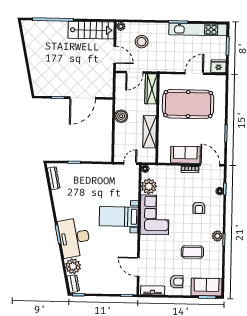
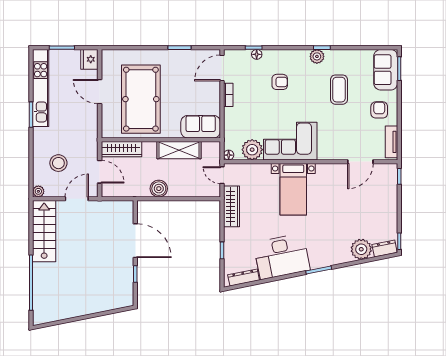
sofa: (185, 155) -> (201, 127), moved, turned 90
wardrobe: (107, 170) -> (231, 206), added
desk: (74, 238) -> (282, 256), moved

